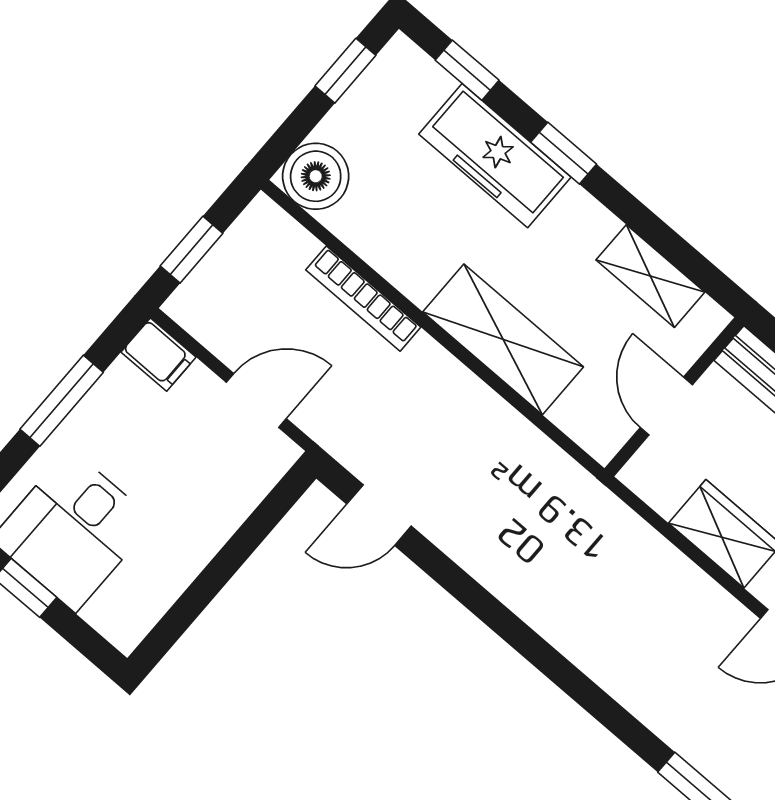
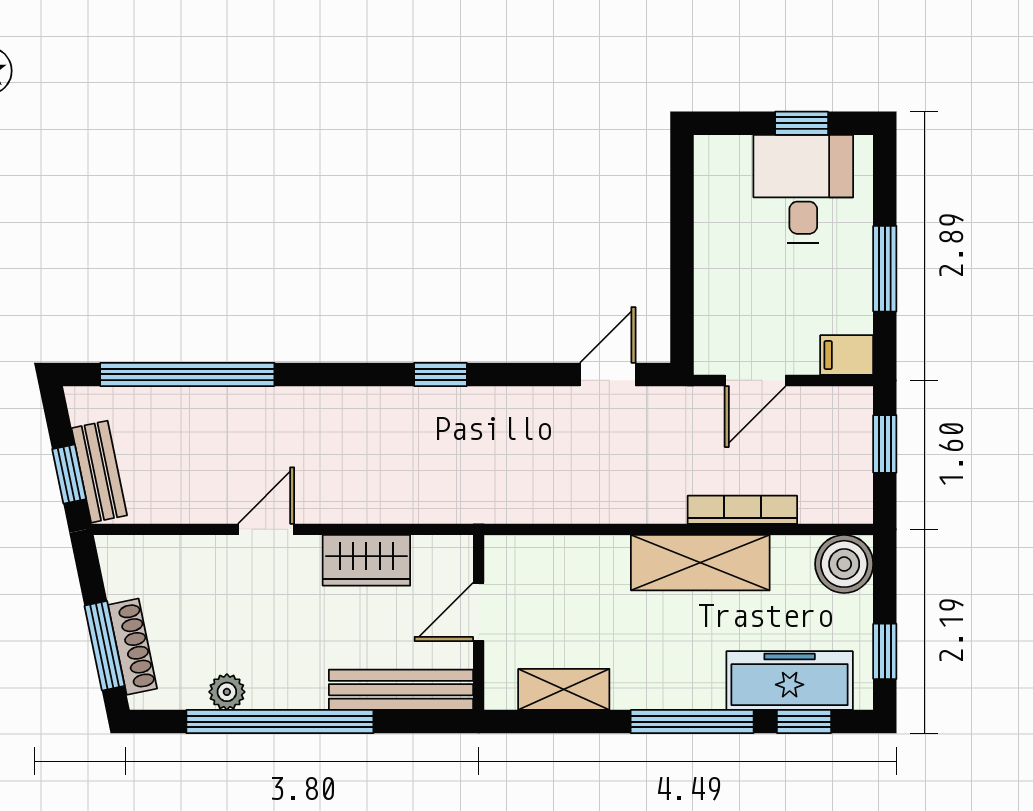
window: (564, 153) -> (692, 722), width x2.17
freezer: (495, 156) -> (790, 681), moved
shelving: (503, 339) -> (700, 563), moved
door: (666, 406) -> (479, 612), swing flipped
window: (523, 639) -> (440, 374), added

